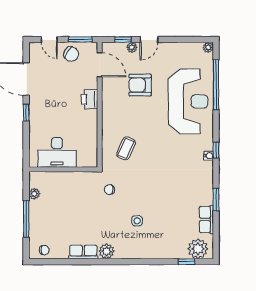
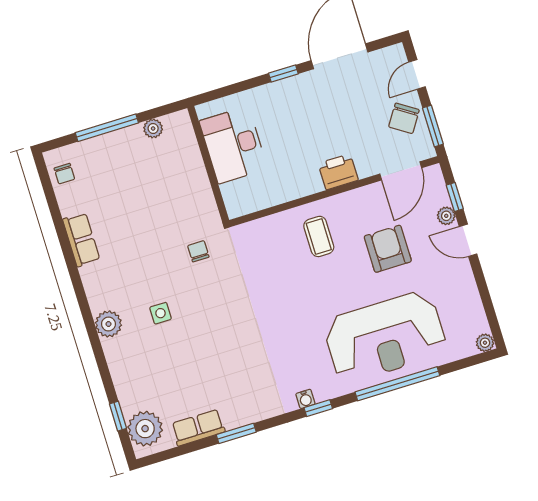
window: (216, 85) -> (397, 384), moved
coffee table: (126, 148) -> (319, 236), moved, turned 65
plant: (107, 251) -> (108, 324), moved

